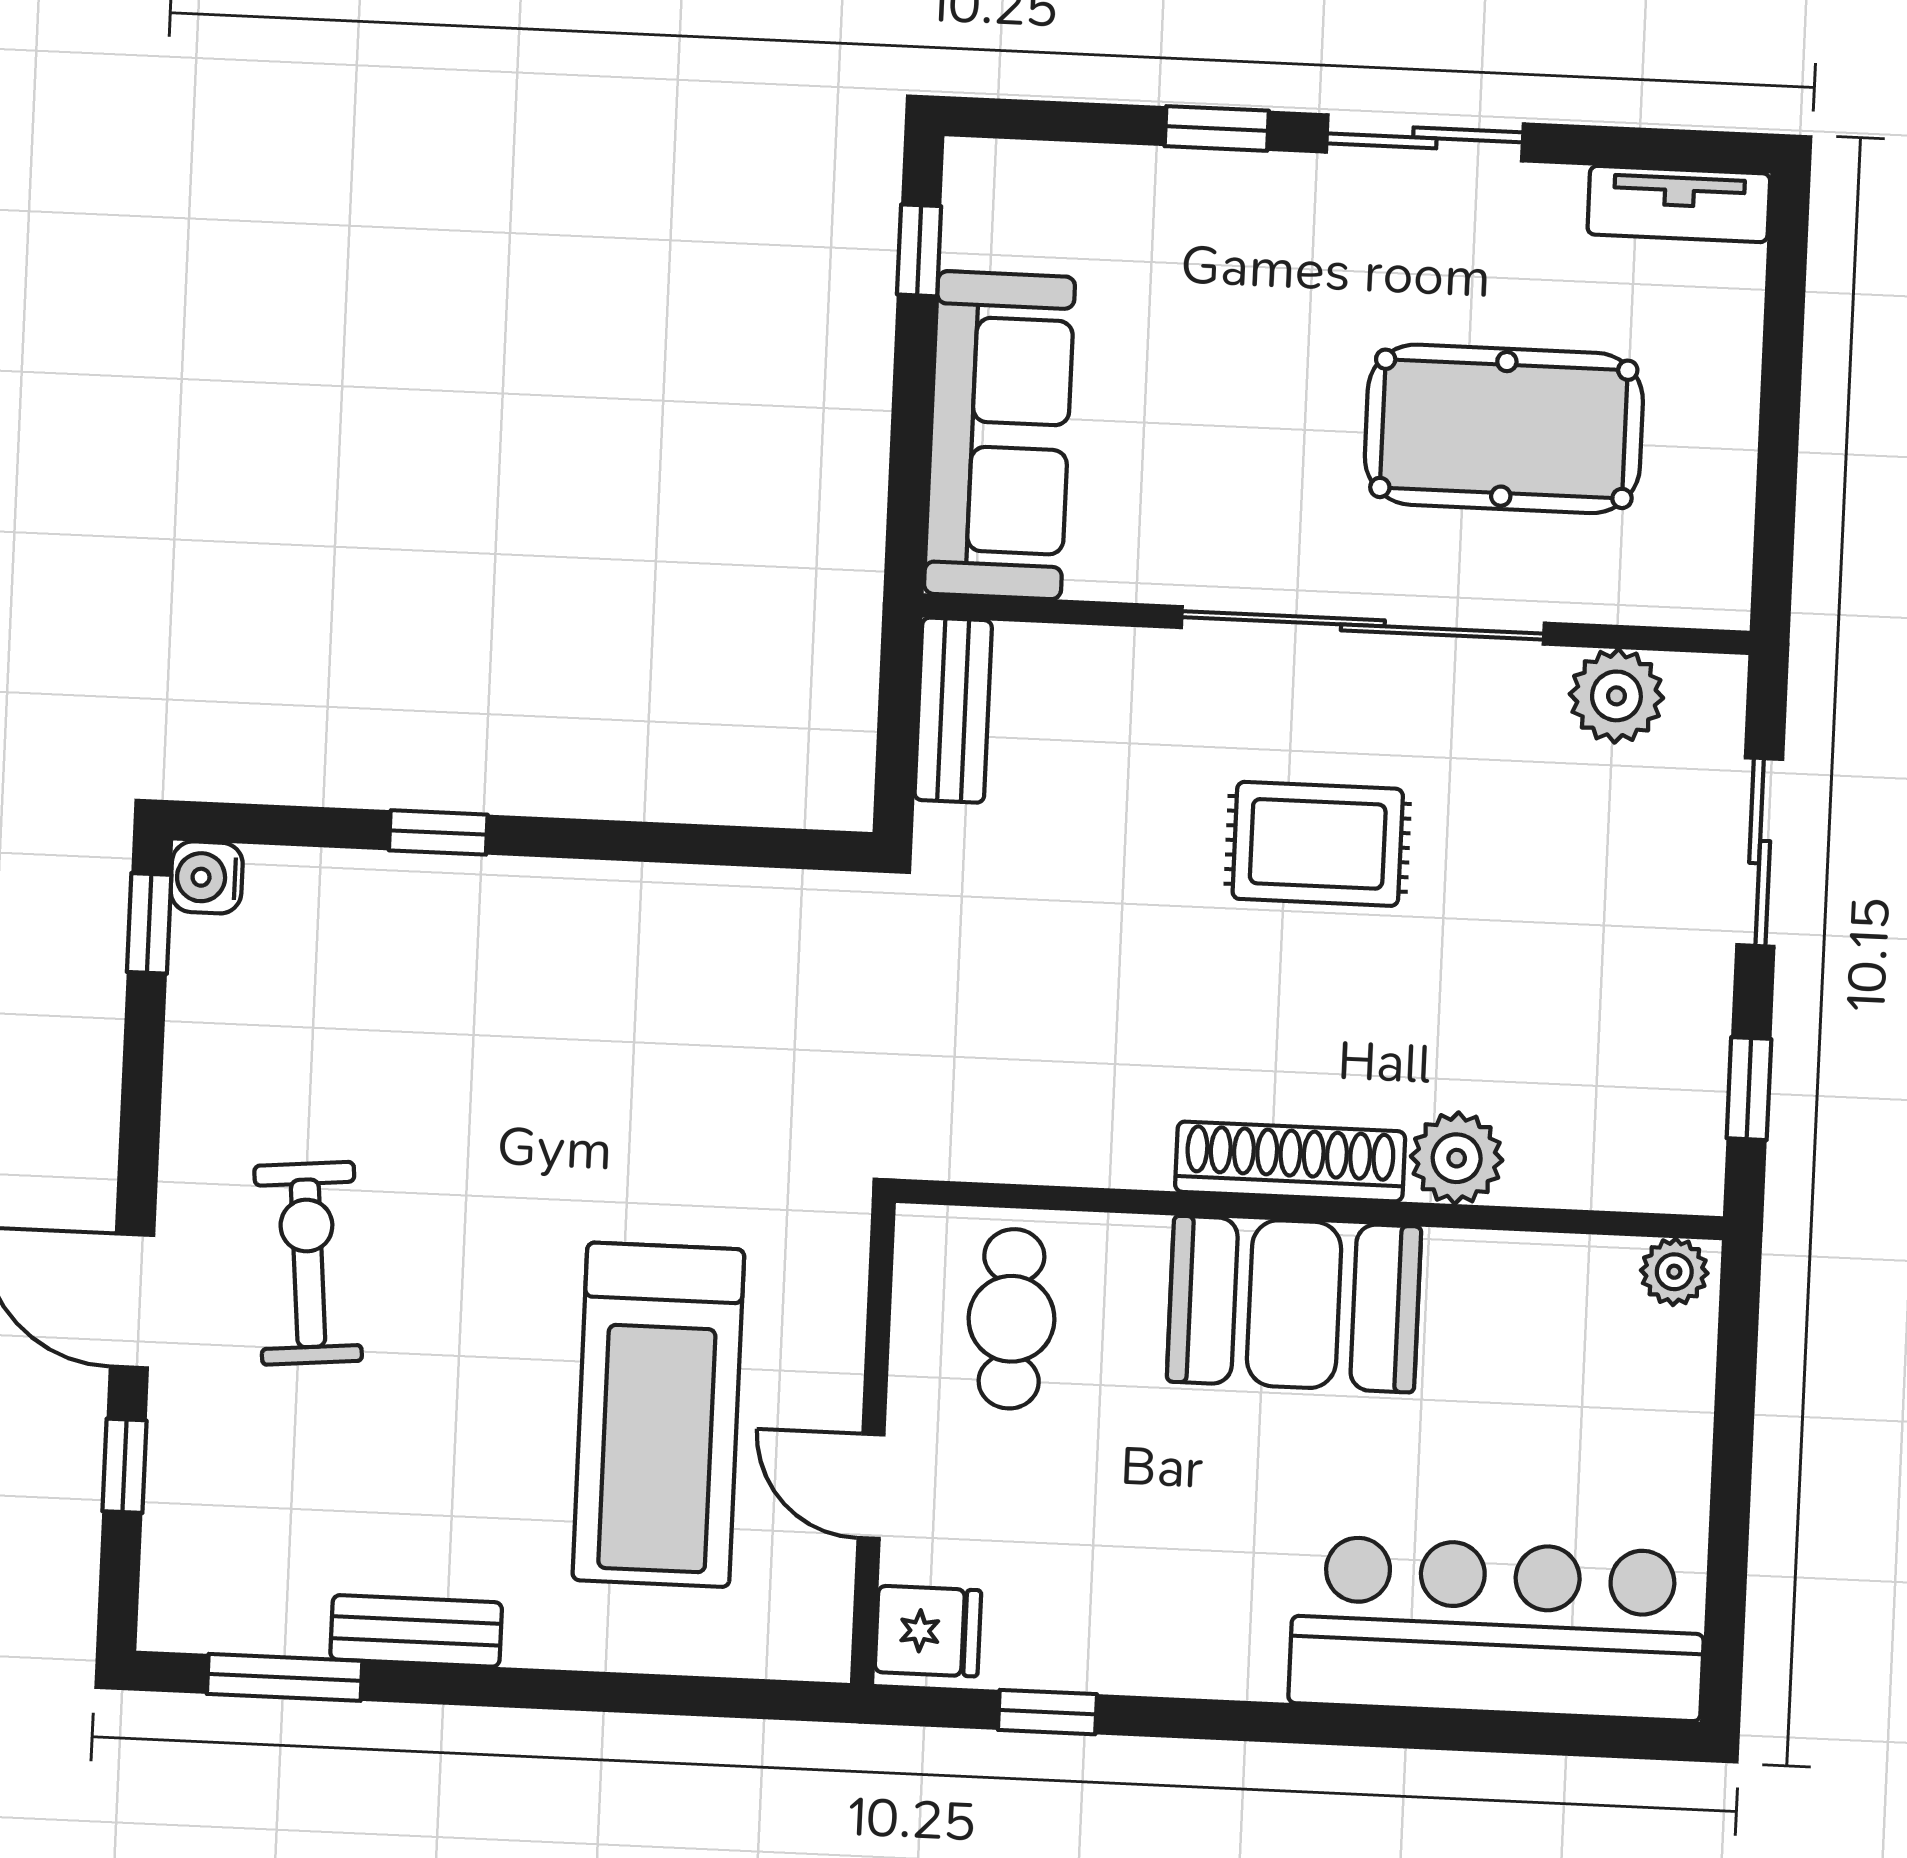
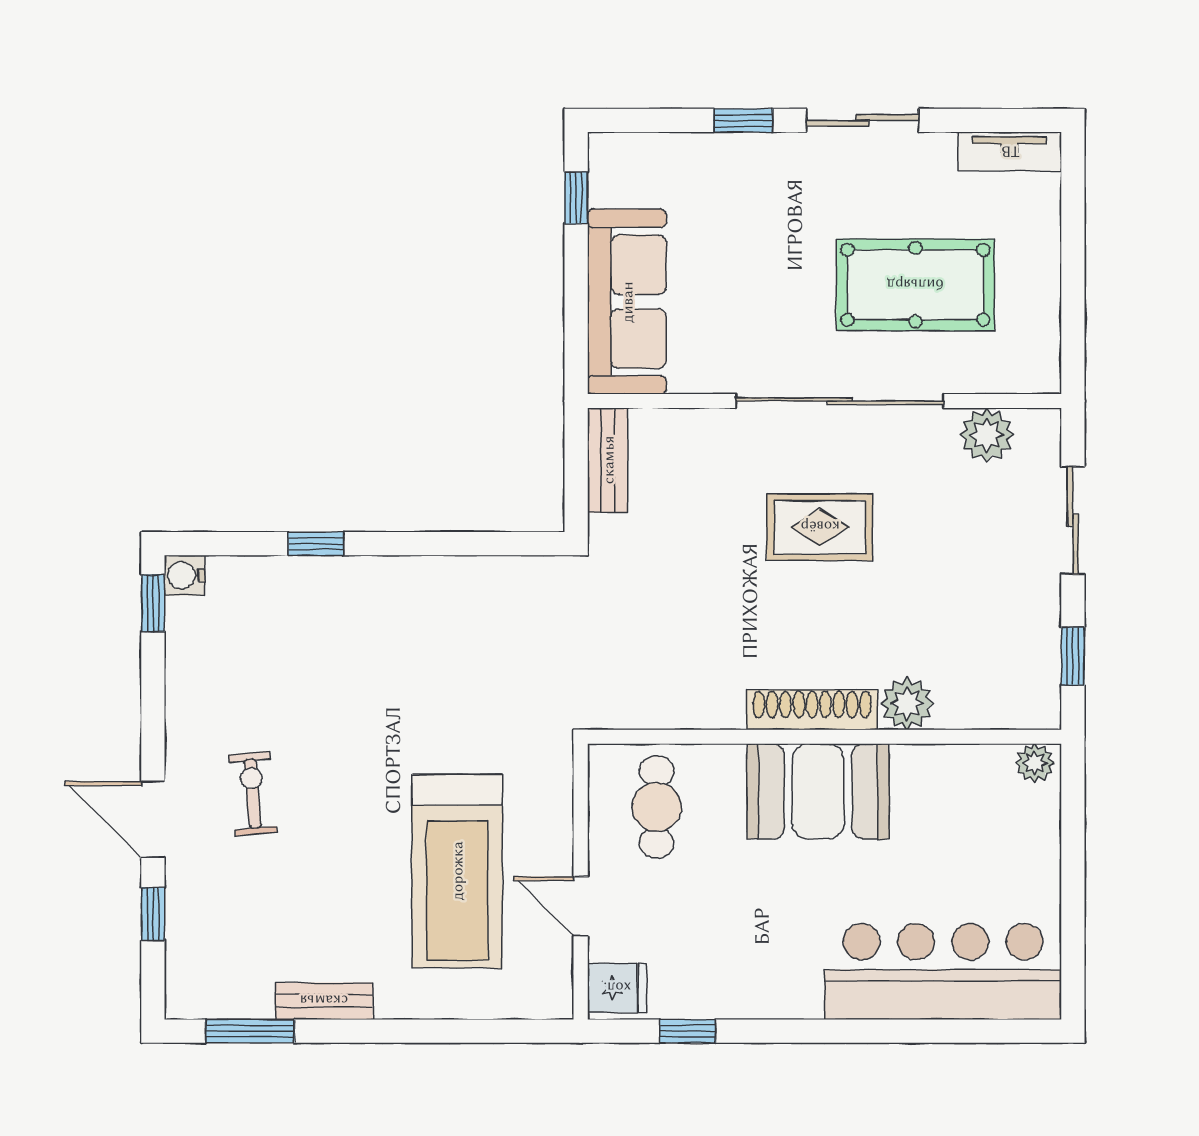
exercise bike: (308, 1263) -> (253, 794), width x0.73, depth x0.72

